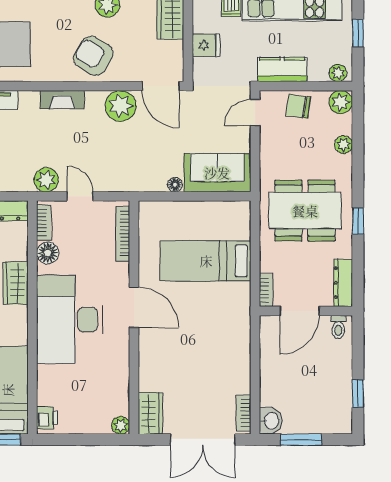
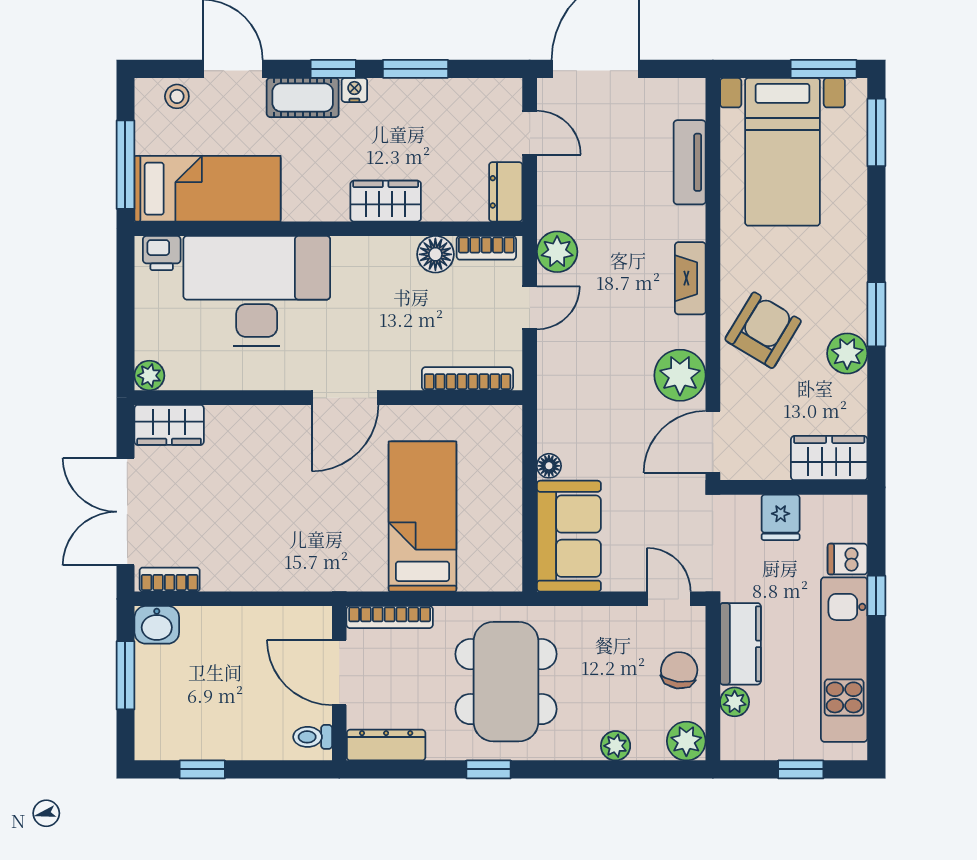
plant: (338, 73) -> (735, 702), moved
bookcase: (266, 290) -> (390, 617), width x1.56
desk: (70, 319) -> (257, 291), moved

